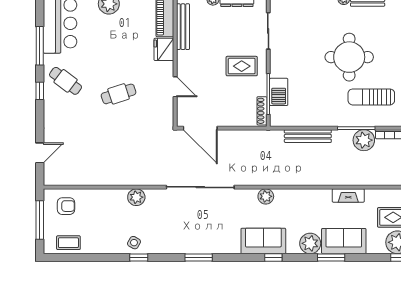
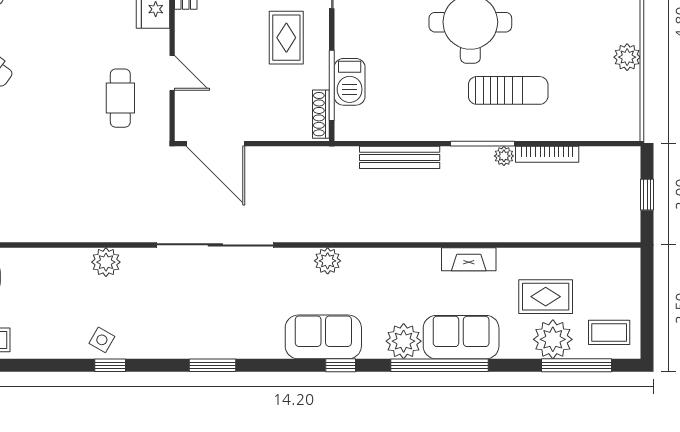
rug: (242, 66) -> (286, 38), turned 90
cafe table: (119, 94) -> (120, 98), moved, turned -72
sun lounger: (371, 97) -> (508, 90), turned 180
plant: (364, 140) -> (504, 156), width x0.53, depth x0.53
window: (331, 257) -> (439, 365), width x2.11

